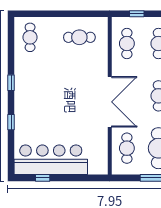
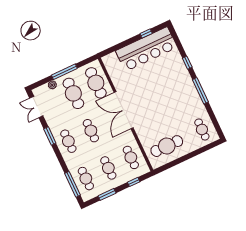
cafe table: (79, 37) -> (167, 146), width x1.37, depth x1.35
window: (11, 83) -> (200, 91), width x2.17
cafe table: (127, 148) -> (96, 83), width x1.37, depth x1.35

